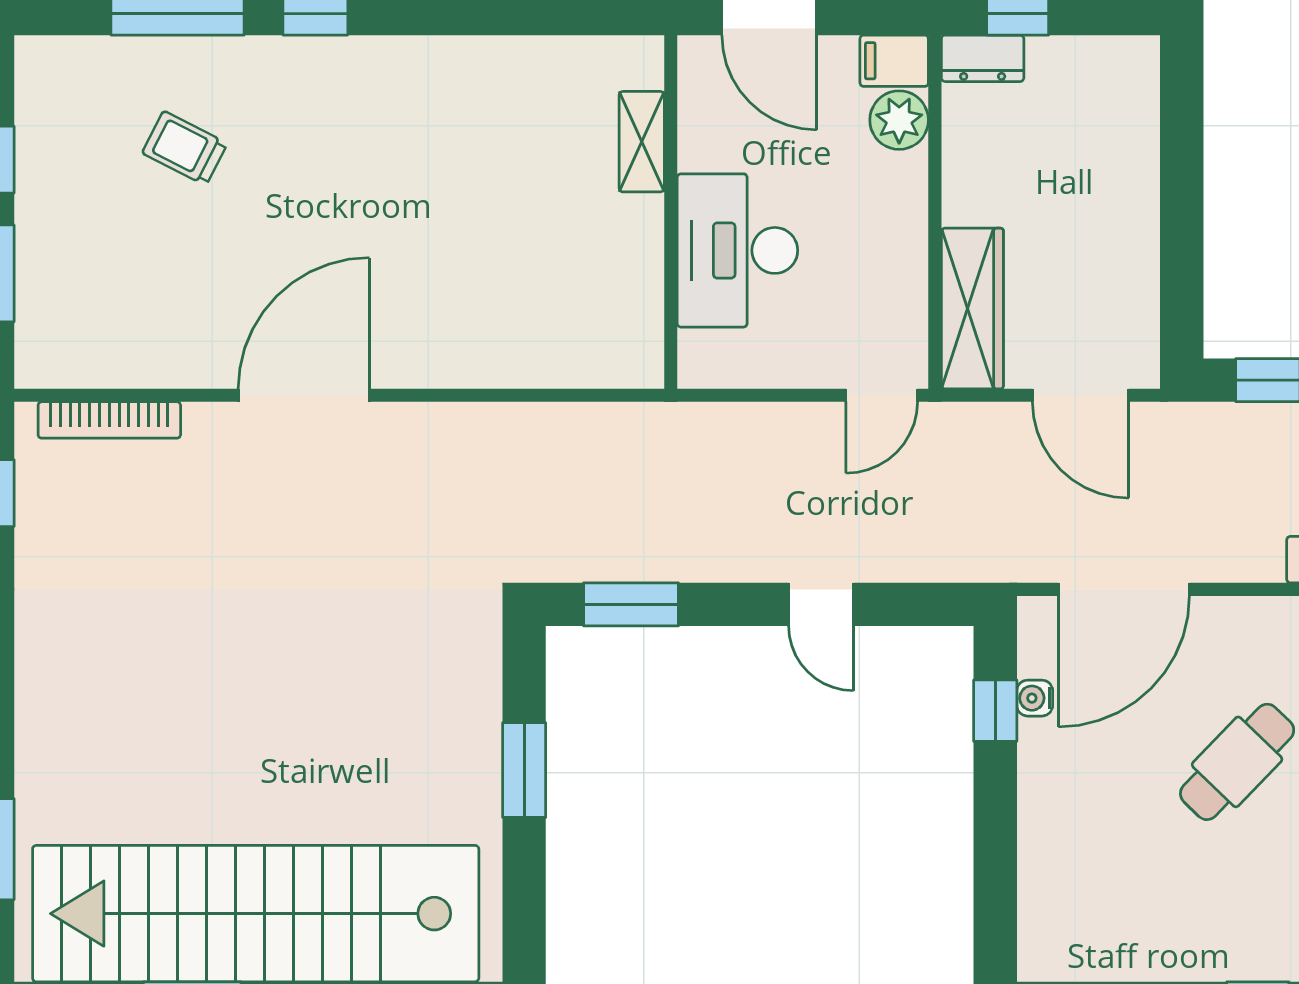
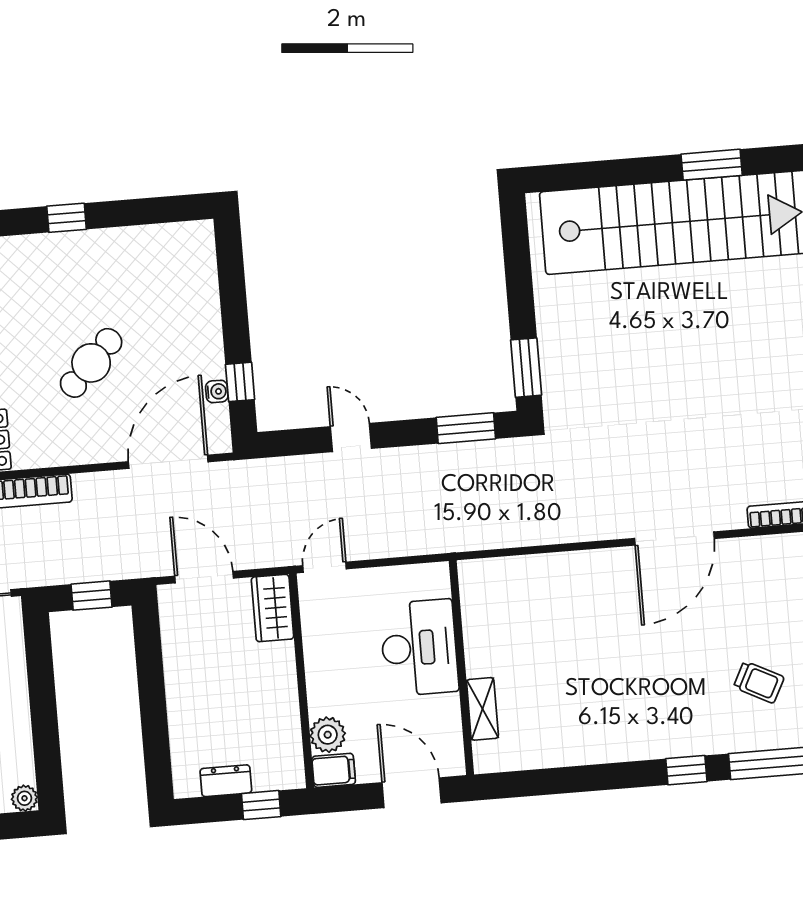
dresser: (983, 58) -> (226, 781), moved
wardrobe: (972, 308) -> (273, 608), width x0.67
window: (524, 770) -> (526, 368), moved

